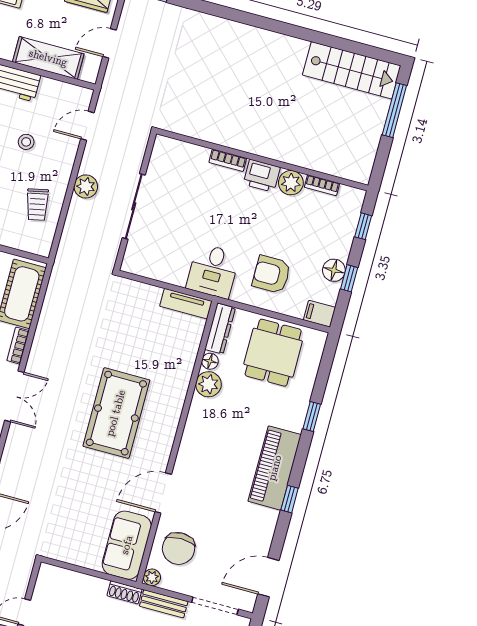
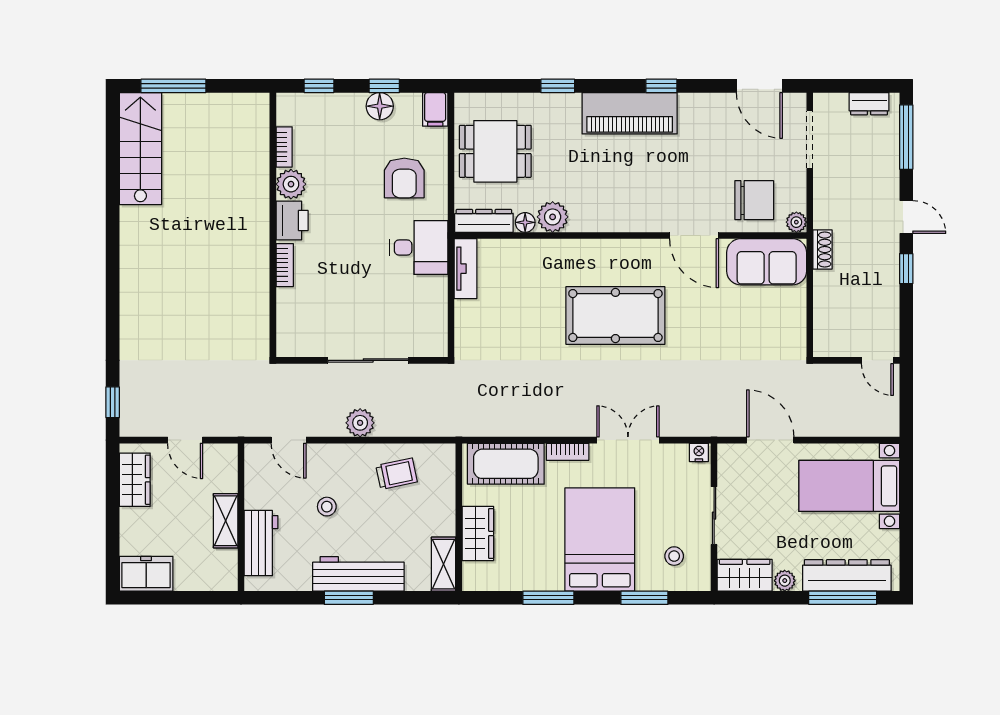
shelving: (48, 58) -> (226, 521), width x0.67, depth x0.75
bench: (164, 604) -> (824, 200), removed

